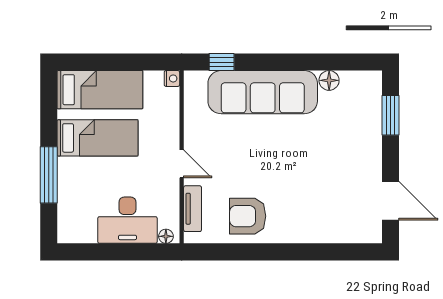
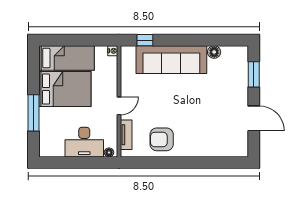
bed: (98, 138) -> (65, 89), width x1.50
door: (182, 164) -> (119, 106), hinge flipped
door: (390, 201) -> (254, 118), moved

